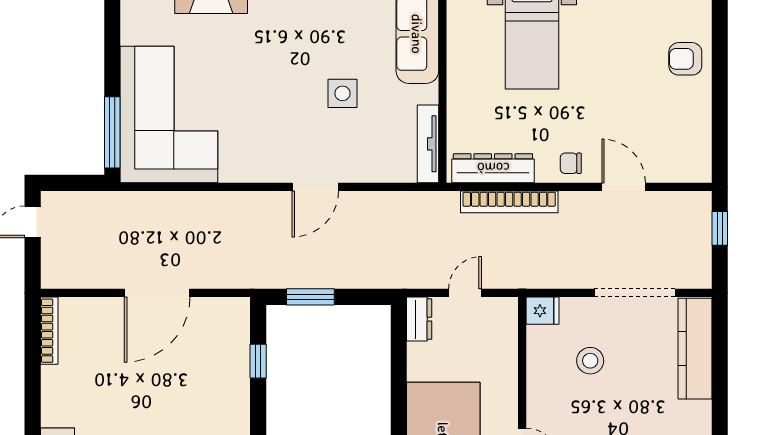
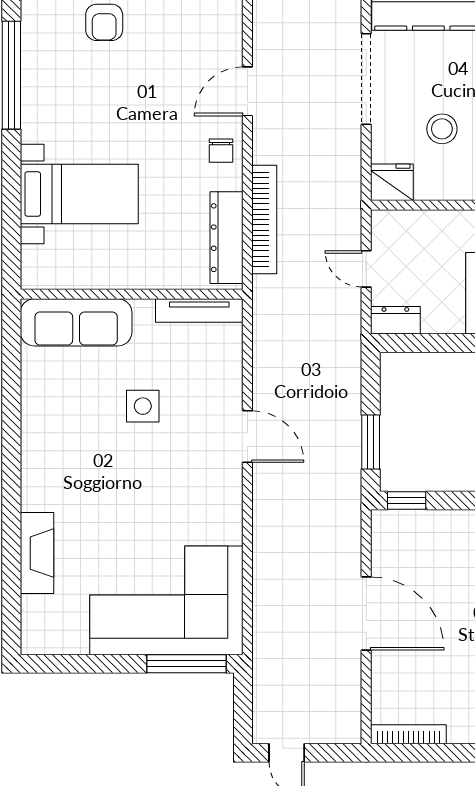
fridge: (542, 311) -> (392, 182), width x1.38
window: (258, 361) -> (407, 500), moved

